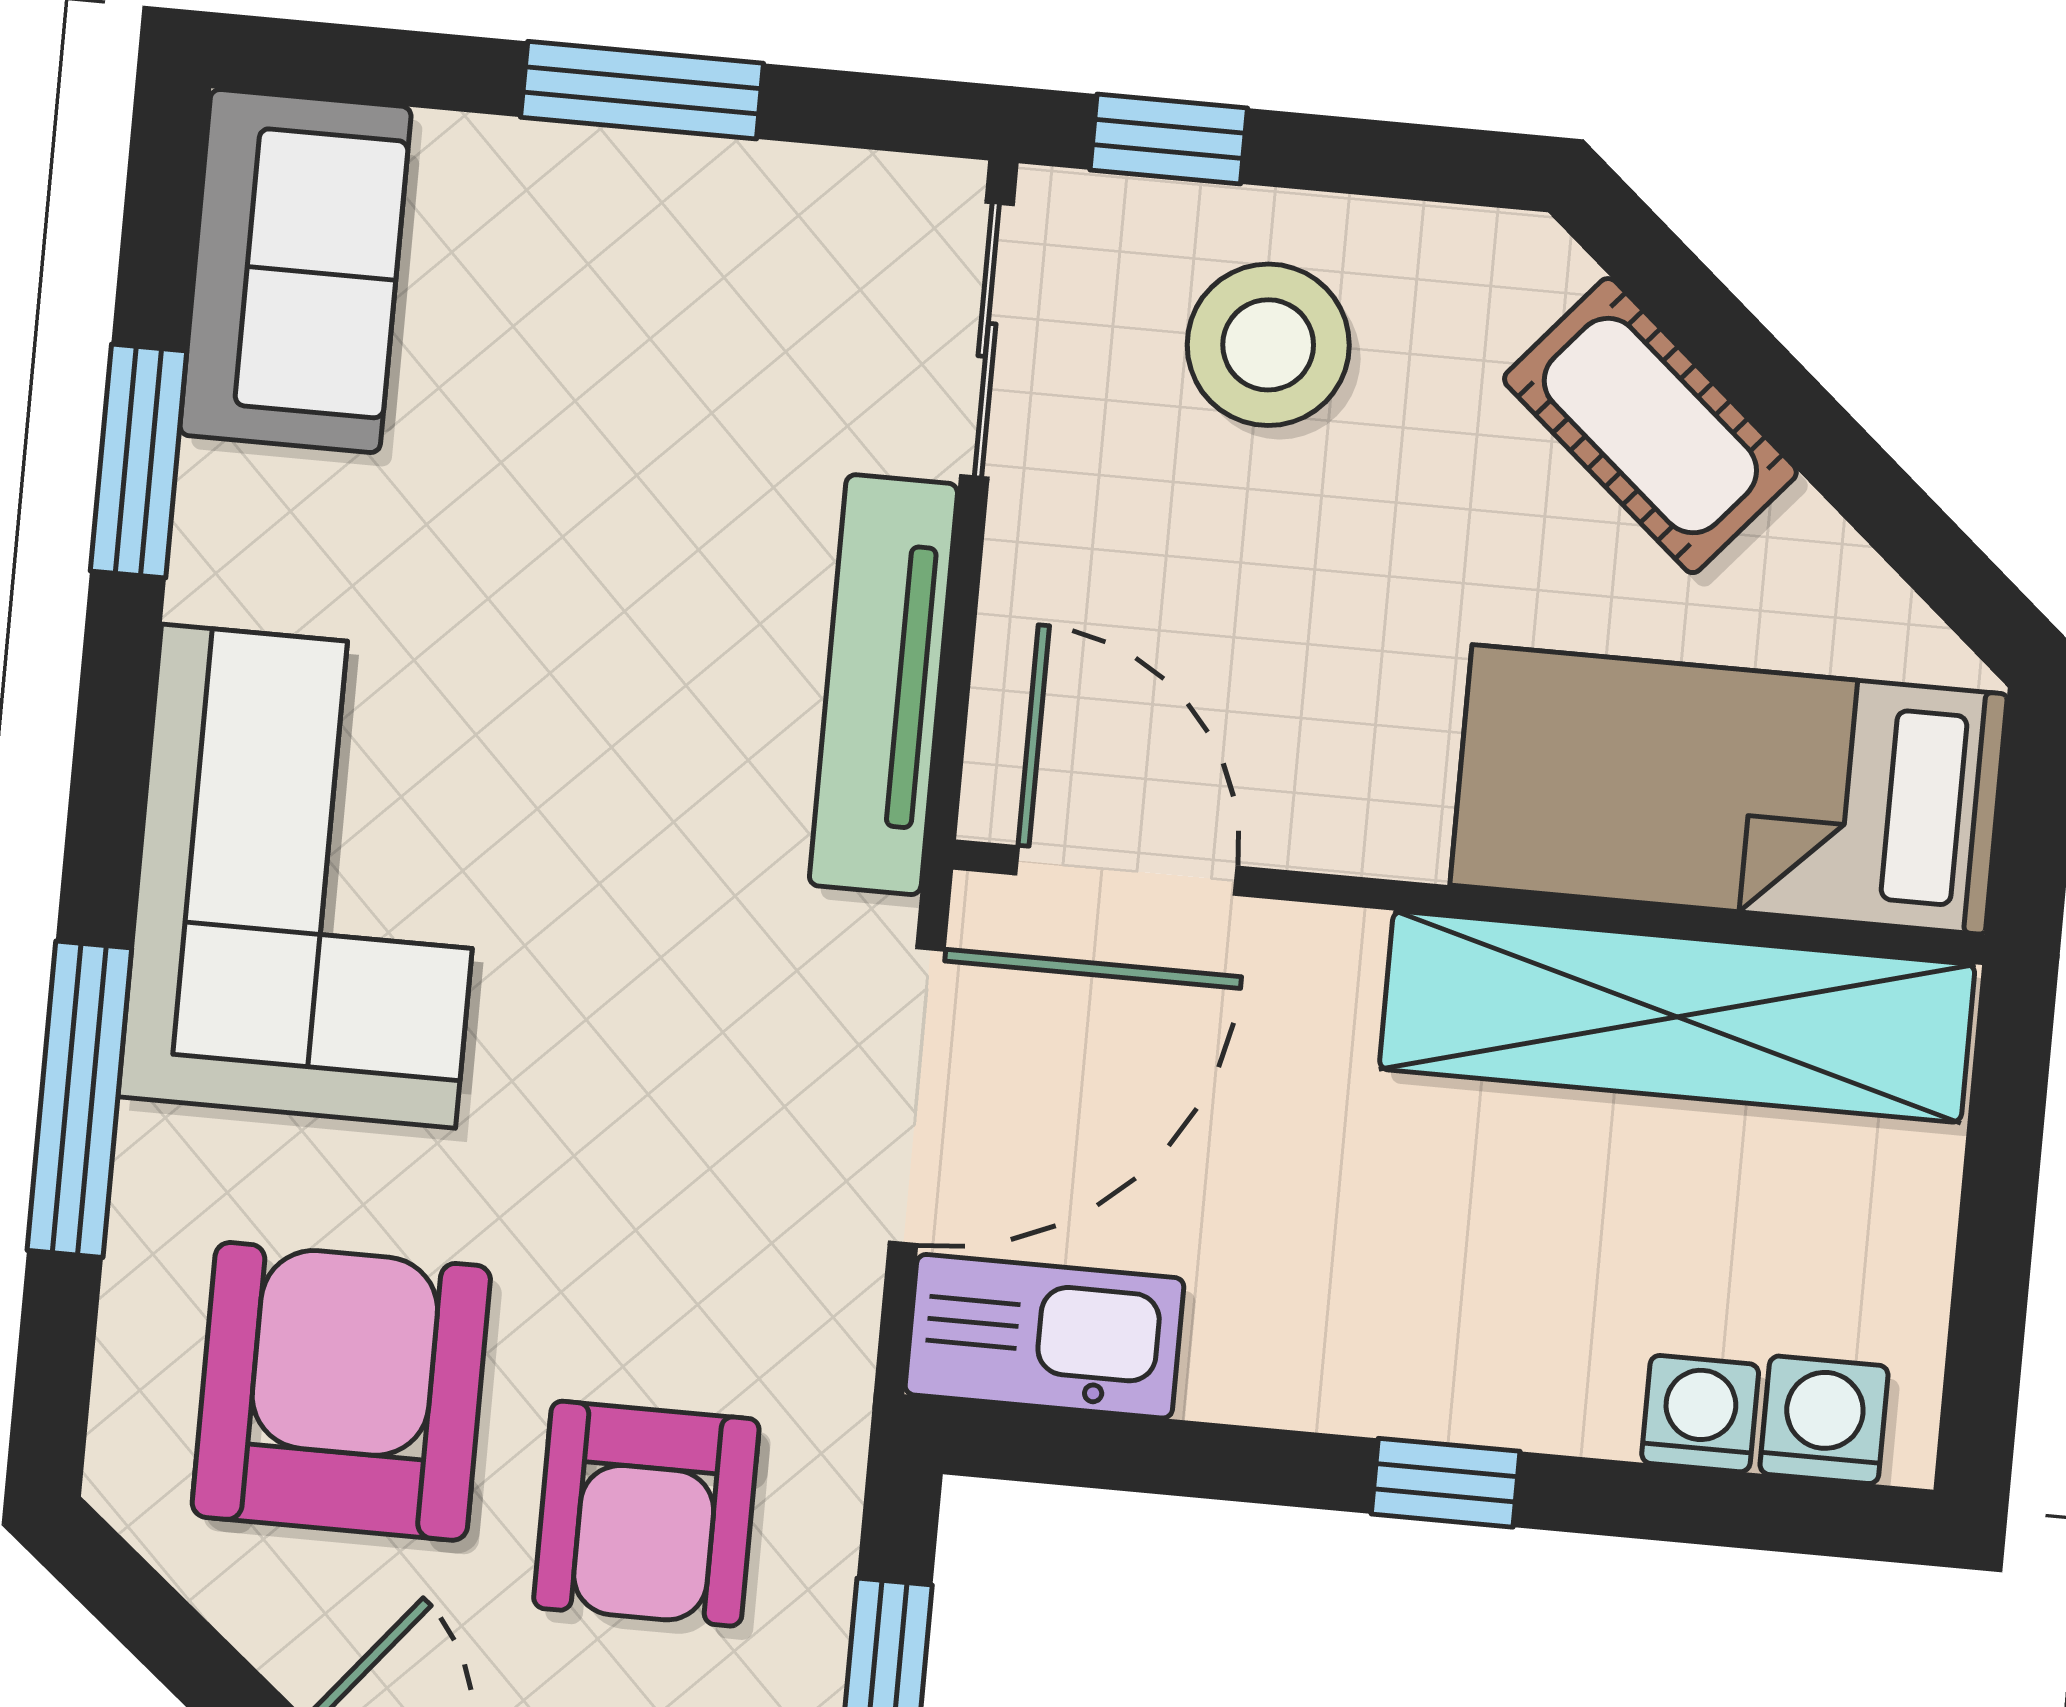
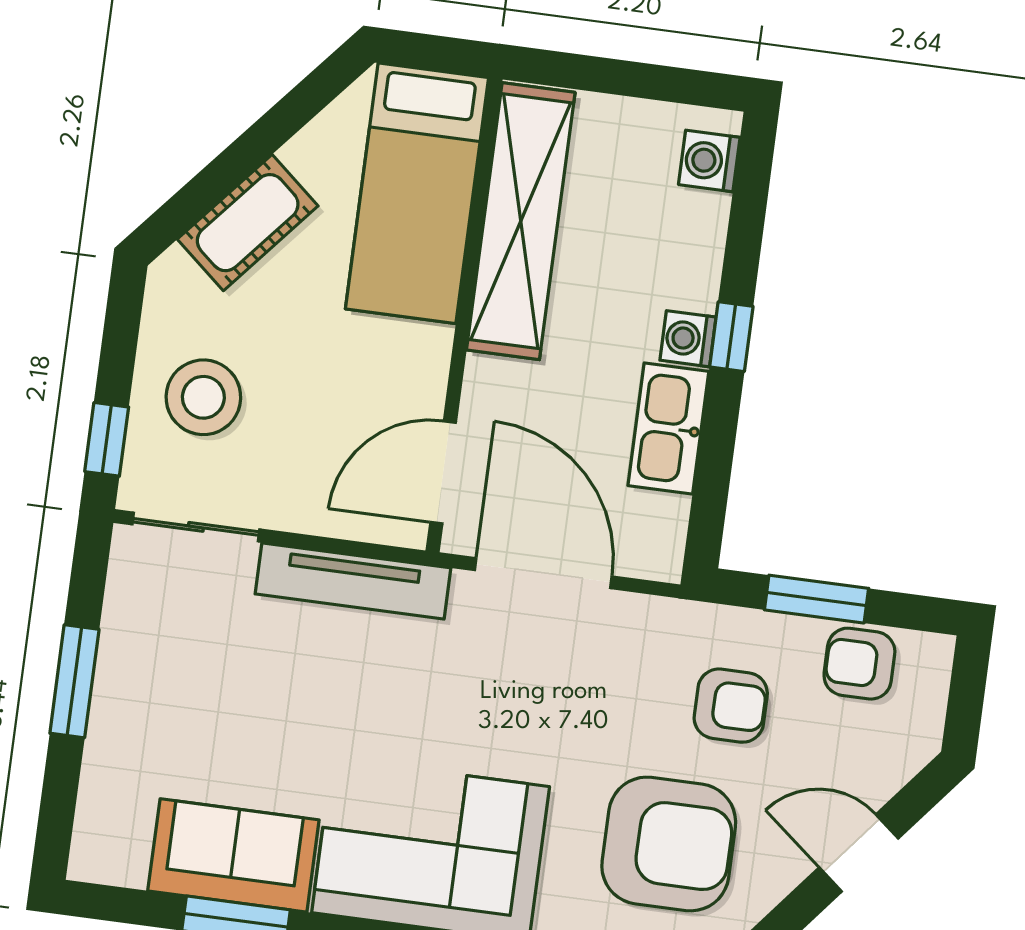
sofa: (295, 271) -> (233, 855), moved
kitchen sink: (1044, 1336) -> (668, 429), moved
armchair: (341, 1391) -> (669, 844), turned 180
washing machine: (1700, 1414) -> (688, 339), moved
armchair: (646, 1514) -> (731, 706), width x0.72, depth x0.72

